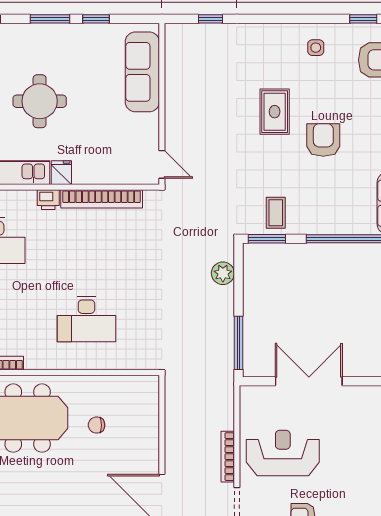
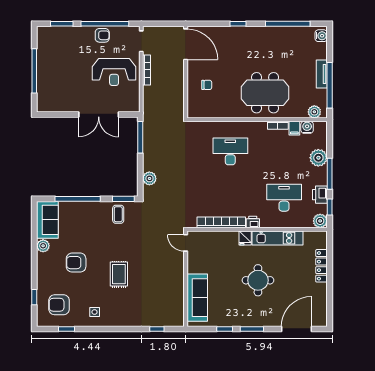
armchair: (323, 140) -> (76, 263), moved, turned 90
chair: (97, 425) -> (207, 85), moved

